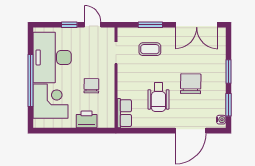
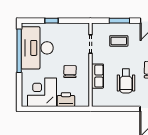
door: (93, 25) -> (71, 21), removed
window: (31, 80) -> (19, 51), moved
corner desk: (50, 101) -> (42, 92), moved, turned -90
row of seats: (124, 113) -> (97, 76), moved

